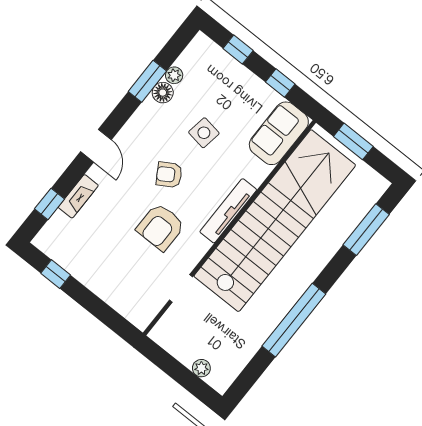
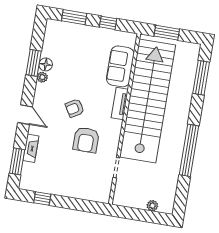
window: (238, 49) -> (74, 17), width x1.50
plant: (174, 75) -> (42, 77), moved
side table: (204, 133) -> (81, 74), removed
sofa: (279, 133) -> (120, 66), moved
window: (49, 204) -> (17, 161), width x1.50
tv unit: (228, 211) -> (120, 104), width x0.71

